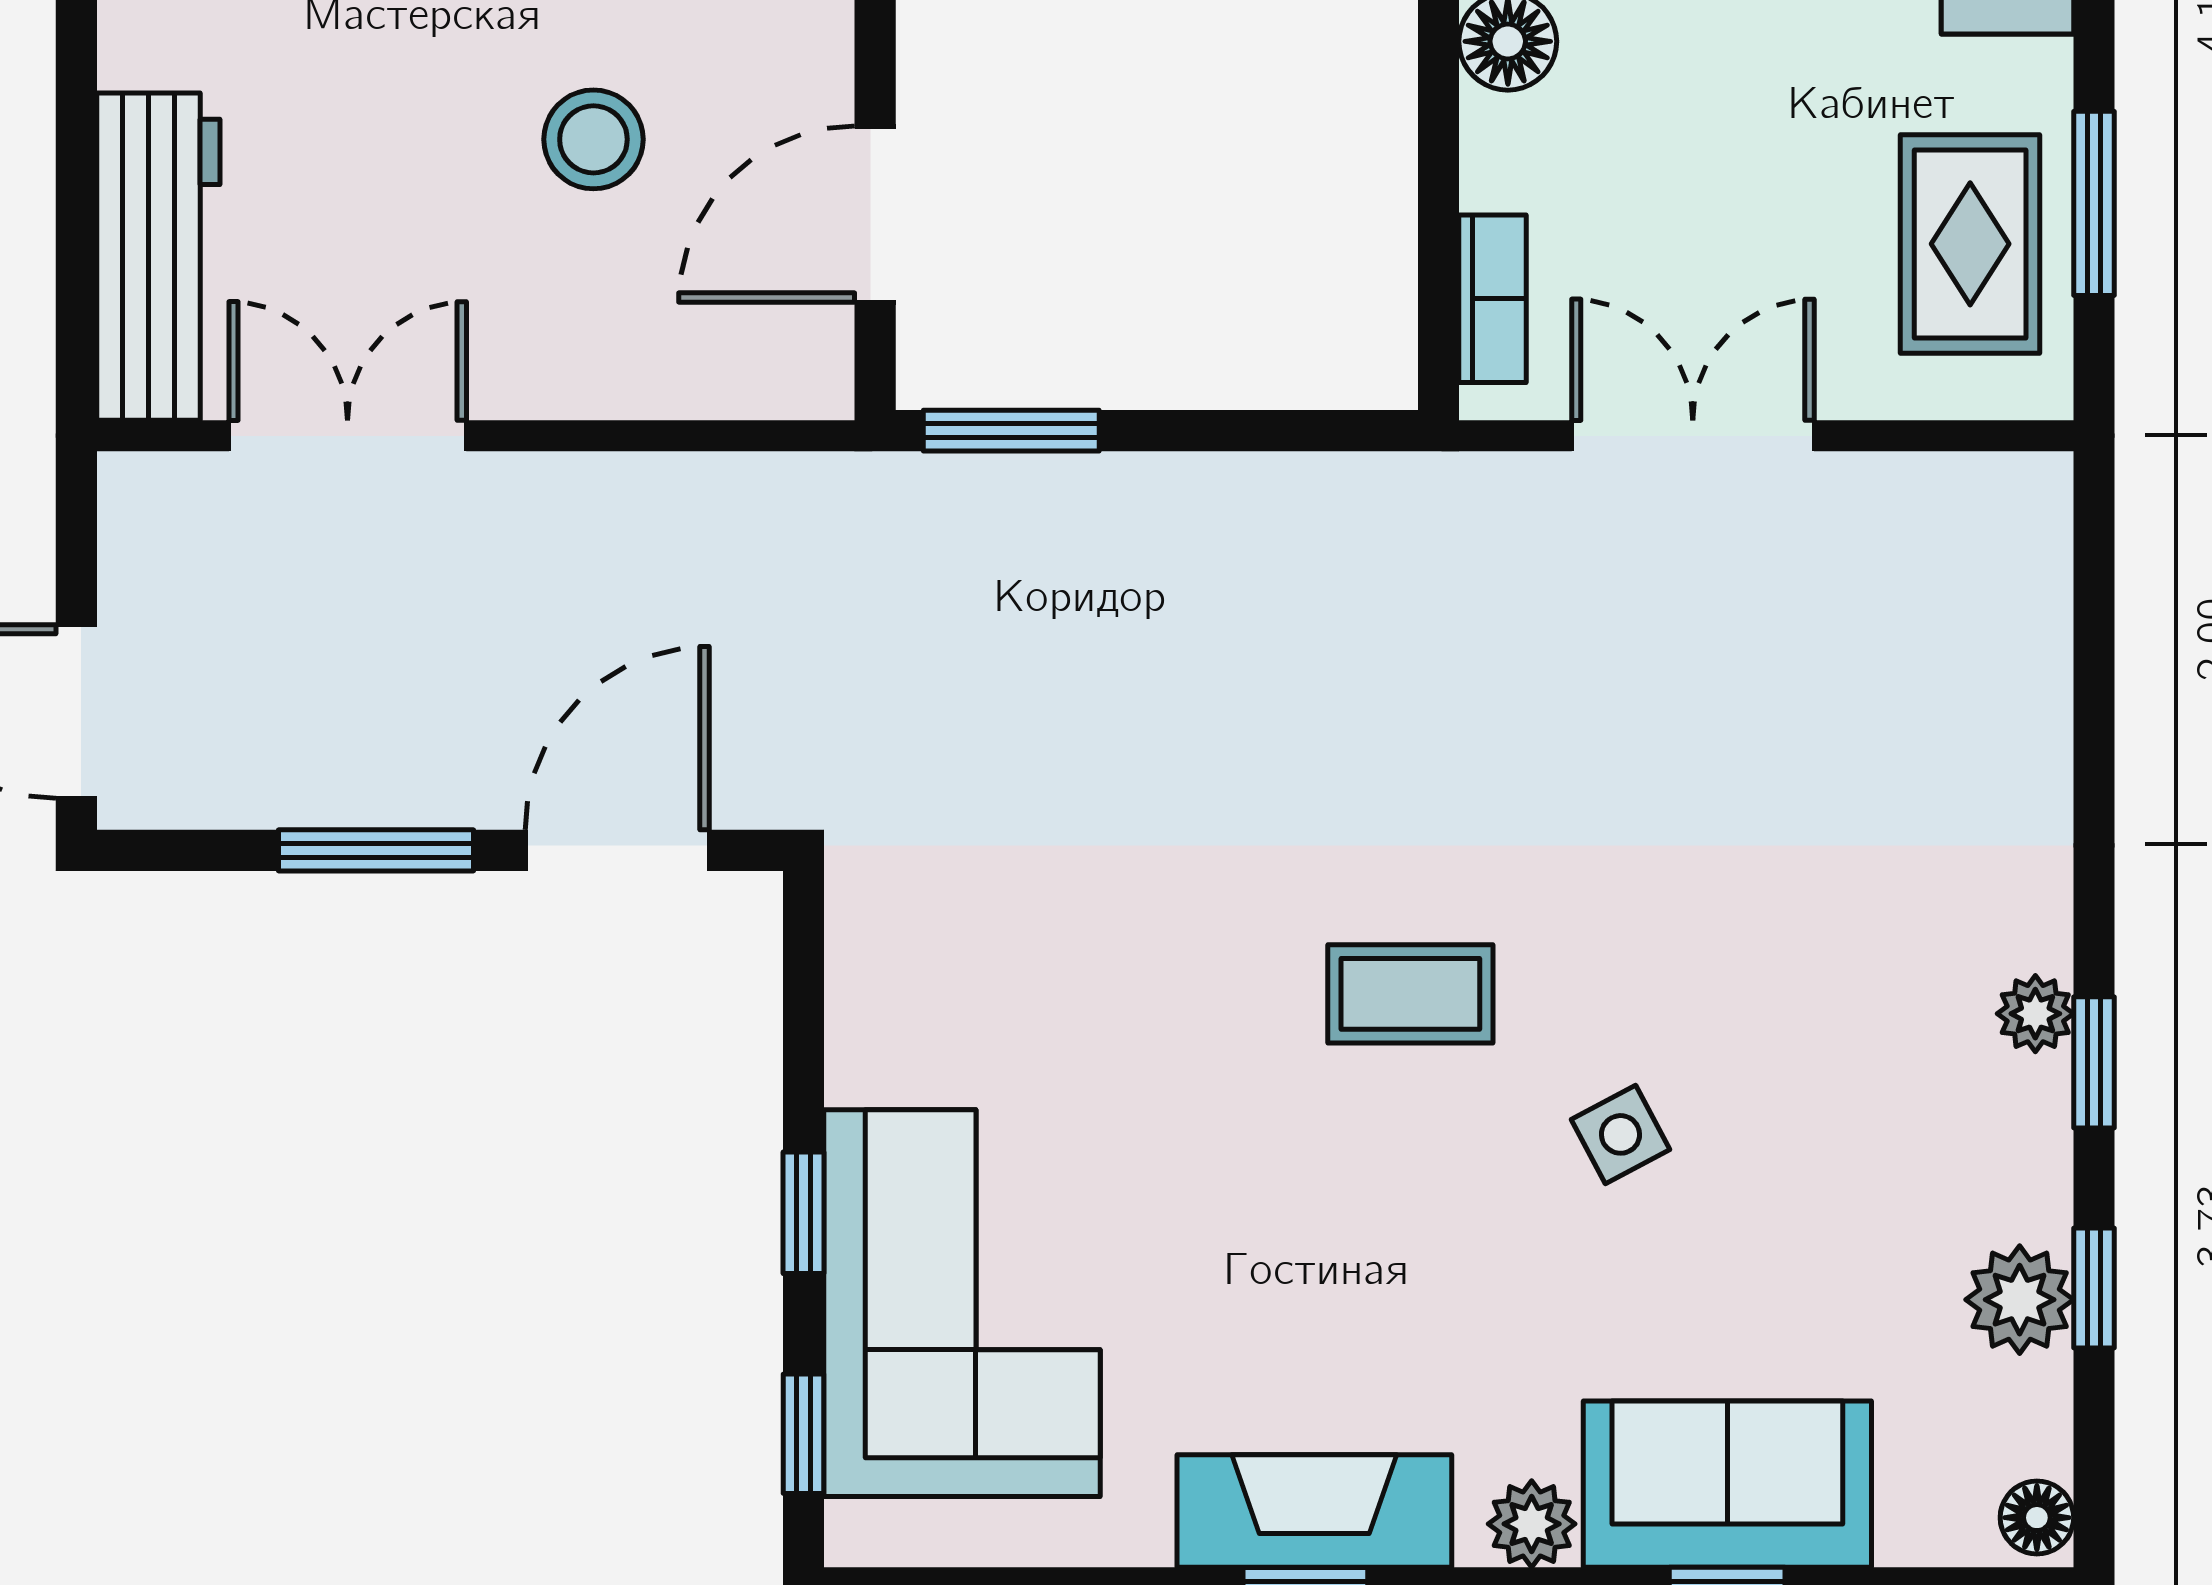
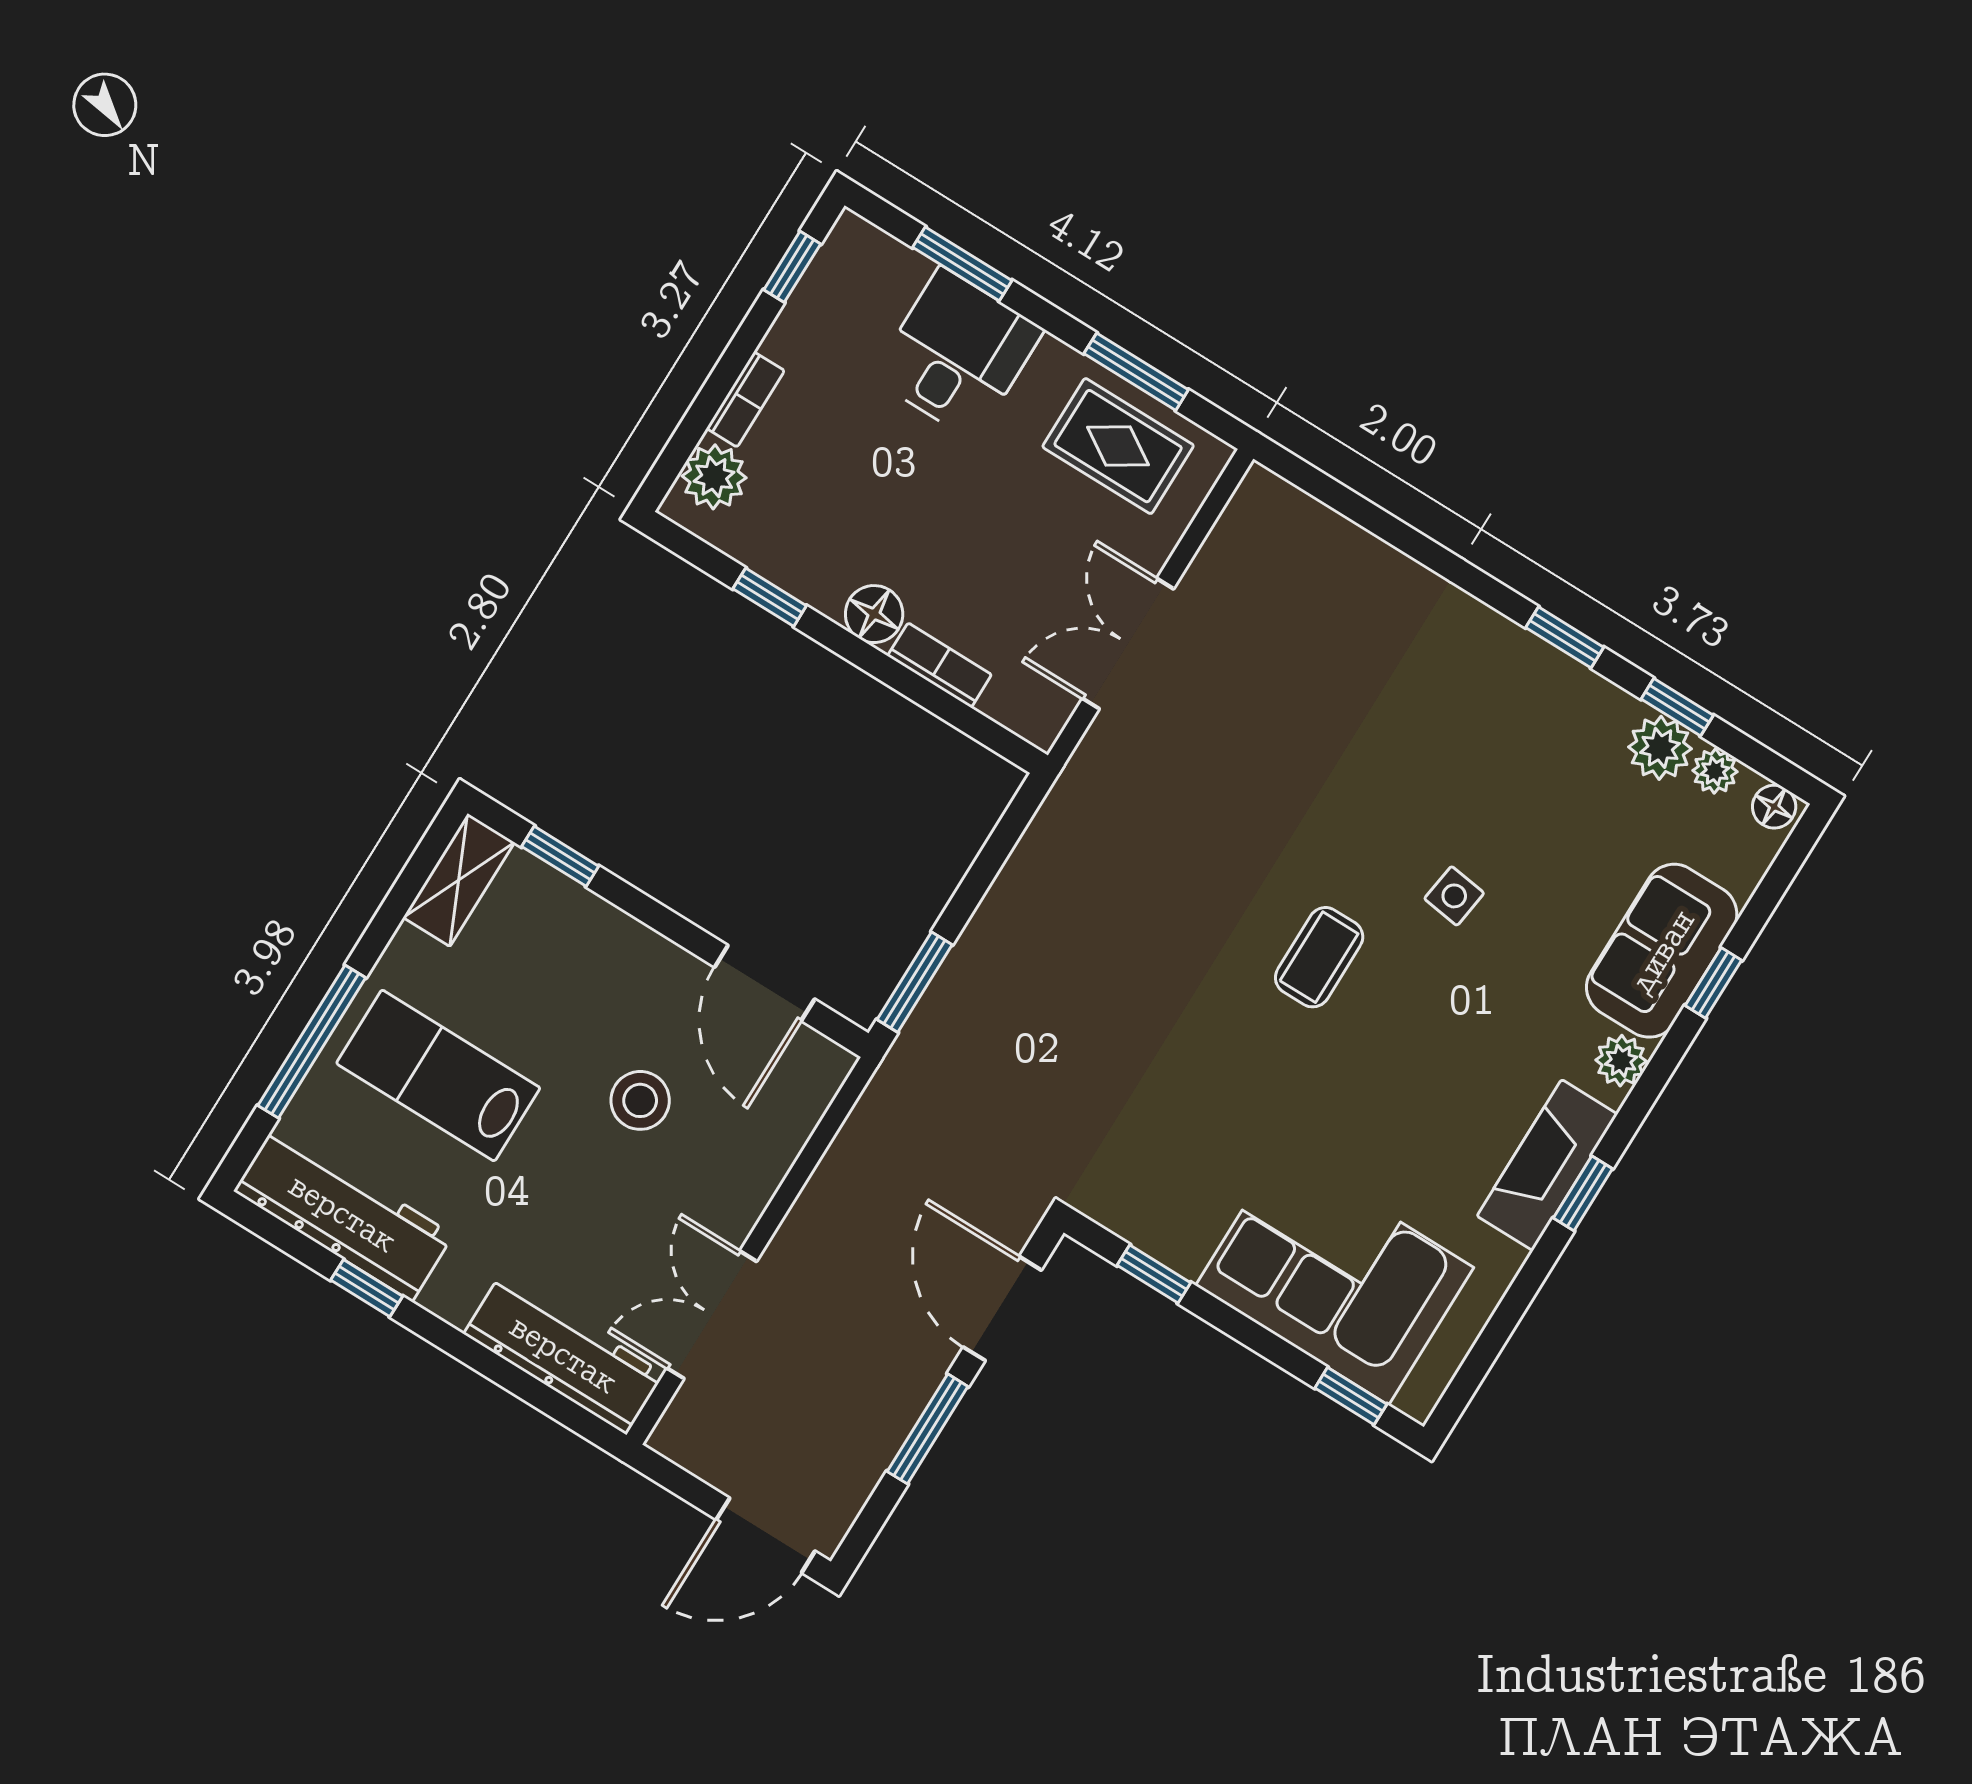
bookcase: (1492, 299) -> (940, 665), moved
plant: (2035, 1014) -> (1715, 771), moved
side table: (1620, 1134) -> (1454, 896), turned 36
window: (803, 1213) -> (1154, 1274), moved

